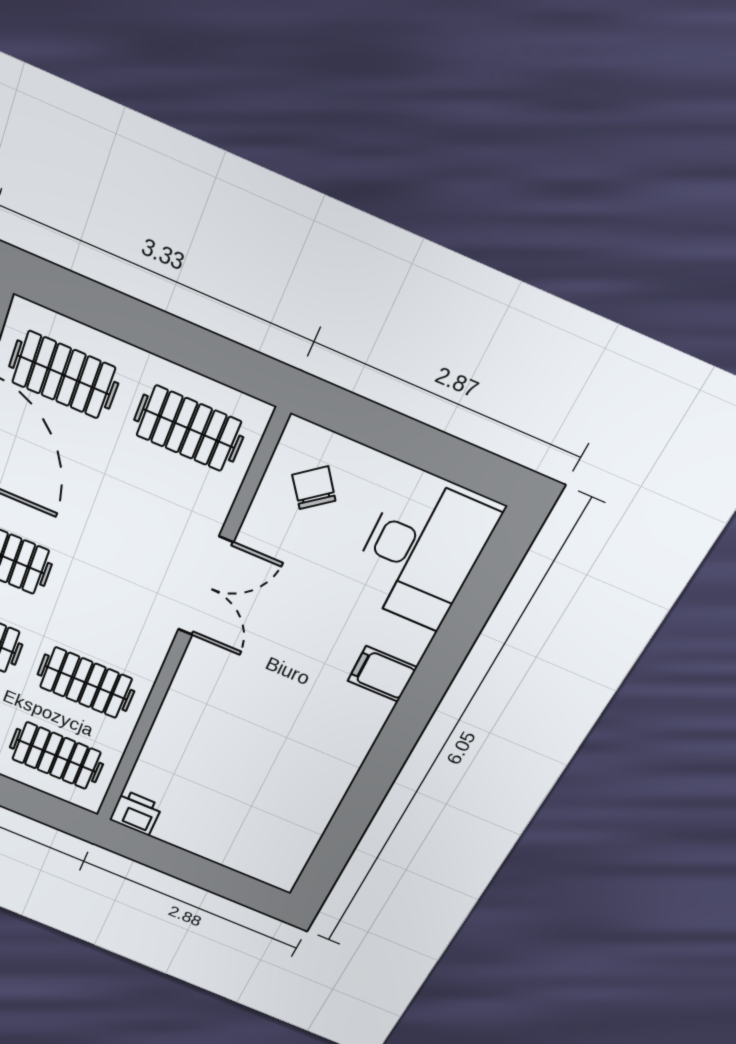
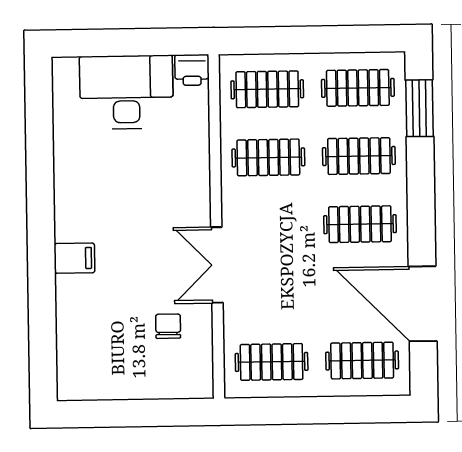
chair: (314, 488) -> (168, 326), moved, turned -143
desk: (421, 553) -> (126, 92), moved, turned 90

